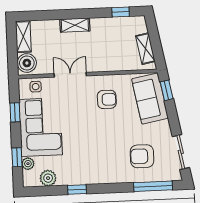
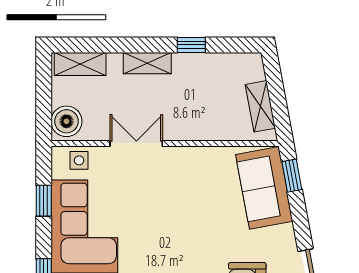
window: (121, 12) -> (191, 45), moved
shelving: (23, 37) -> (80, 64), moved, turned 90
armchair: (107, 99) -> (194, 186), removed

